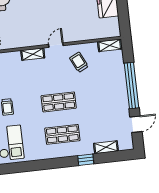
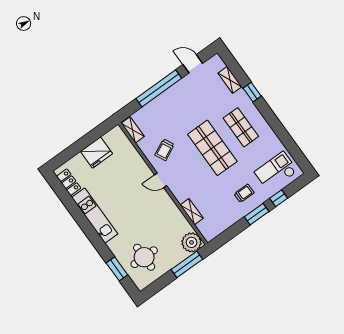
shelving: (33, 54) -> (192, 212), moved
shop shelf: (59, 102) -> (212, 148), width x1.43, depth x1.36

